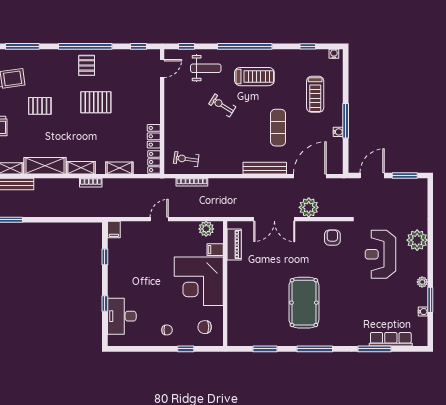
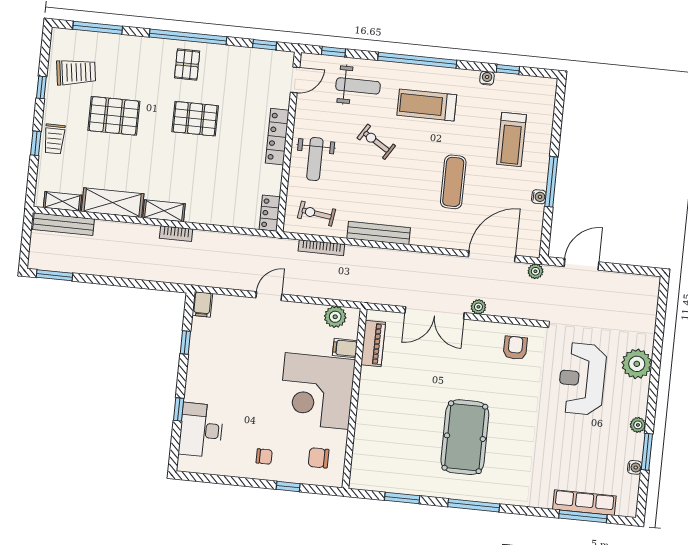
water cooler: (334, 54) -> (487, 78), moved
treadmill: (254, 77) -> (427, 105), turned 180
pallet: (40, 106) -> (114, 116), width x1.50, depth x1.42
weight bench: (181, 122) -> (315, 159), added
locker: (154, 136) -> (277, 137), moved, width x1.53
shelving: (119, 168) -> (219, 217), removed
bench: (265, 168) -> (379, 233), moved
window: (405, 175) -> (628, 269), removed
plant: (341, 183) -> (535, 271), added
plant: (309, 207) -> (478, 307), width x0.53, depth x0.53
window: (374, 349) -> (583, 516), moved

